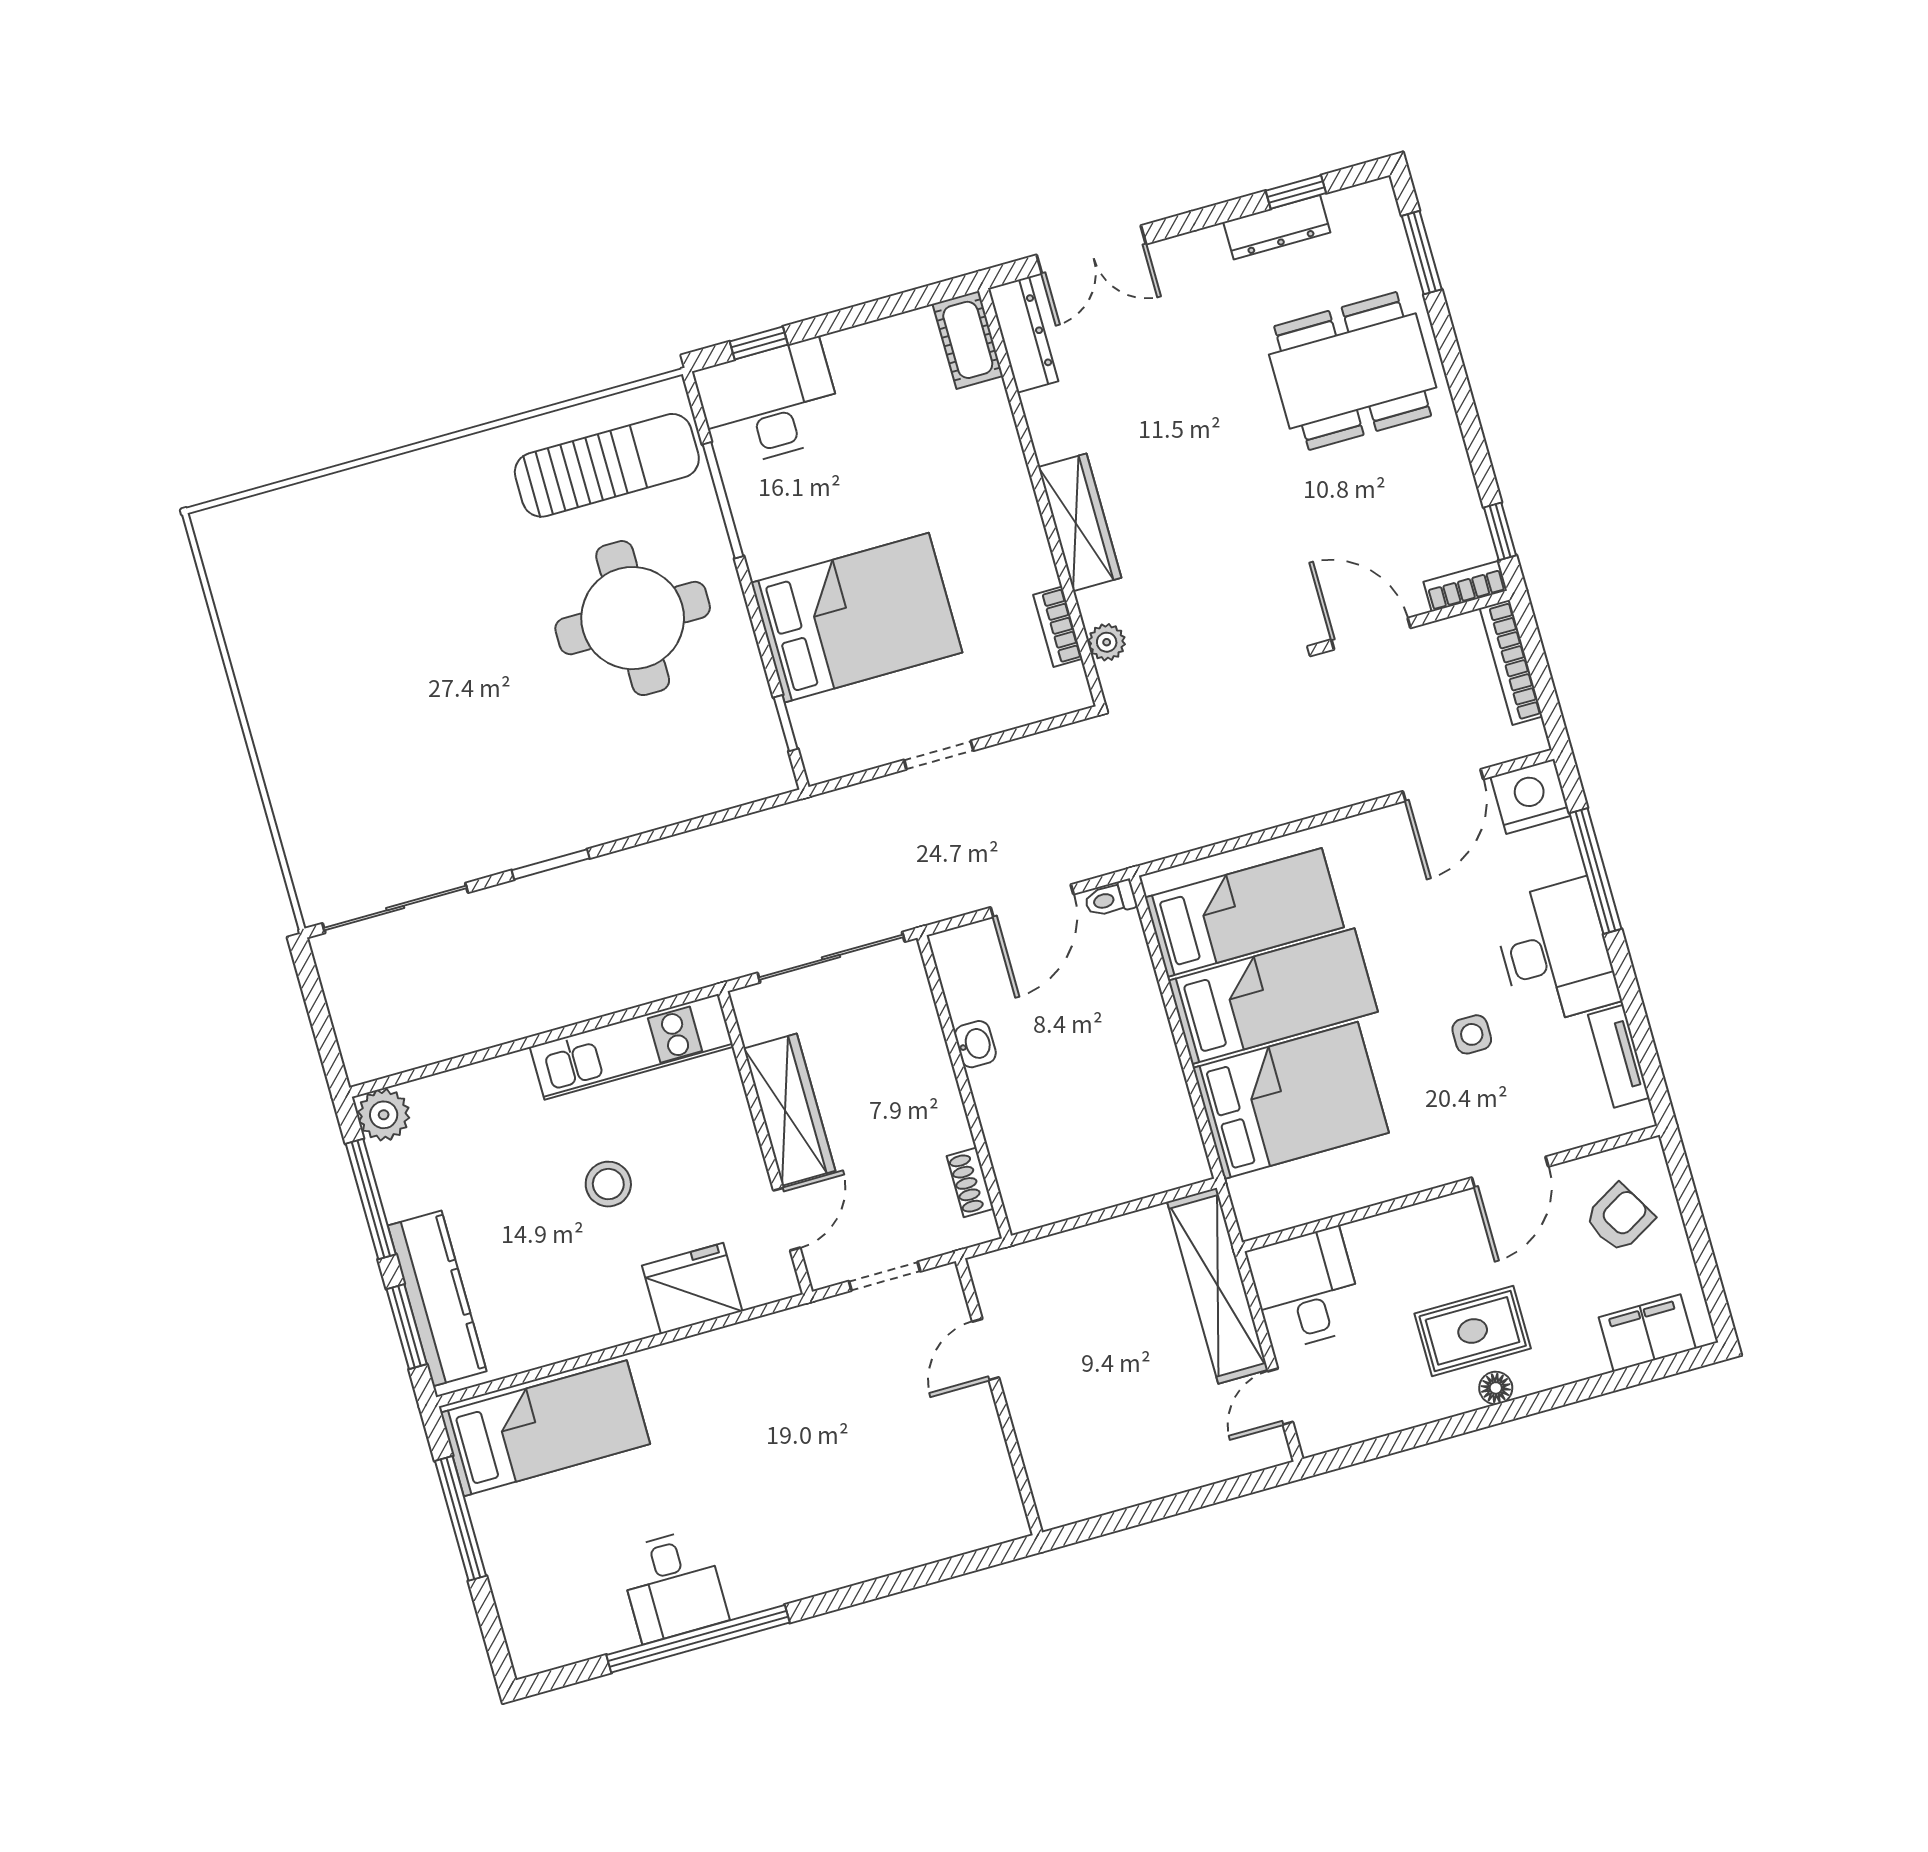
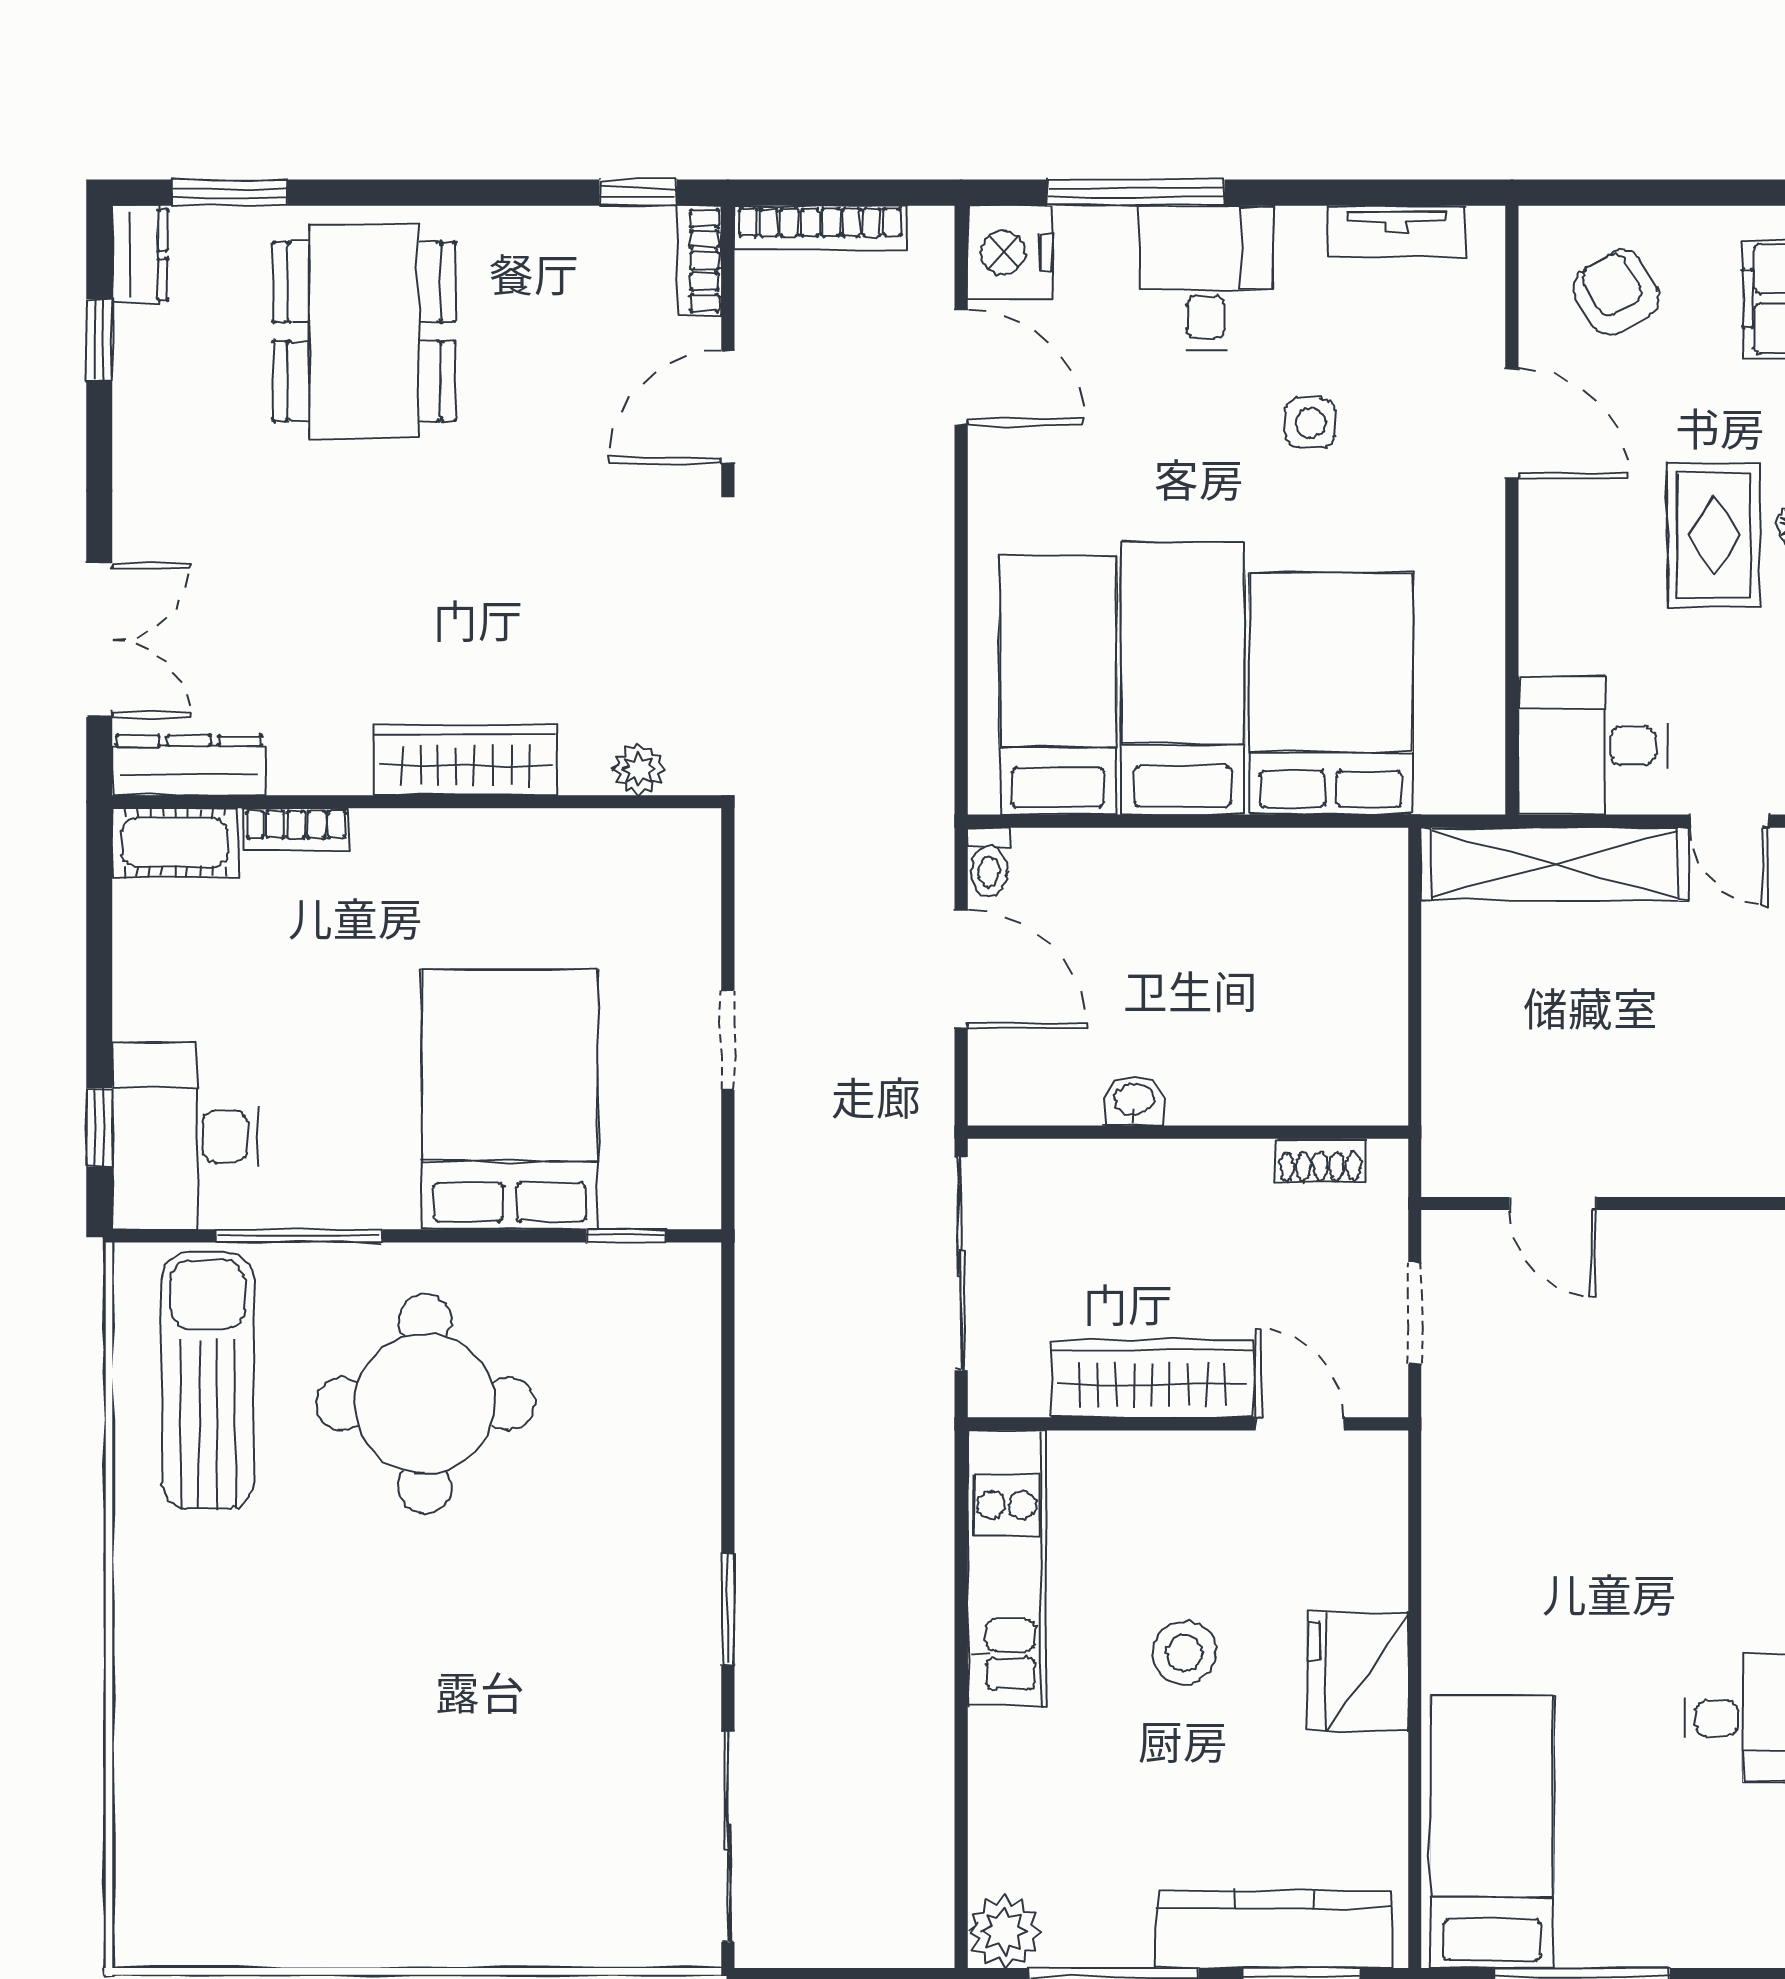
dresser: (1277, 227) -> (140, 255), moved, width x0.70
bookcase: (1058, 627) -> (296, 829), moved
desk: (1555, 952) -> (1206, 278), width x0.73
fridge: (692, 1288) -> (1358, 1672), moved

